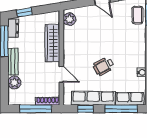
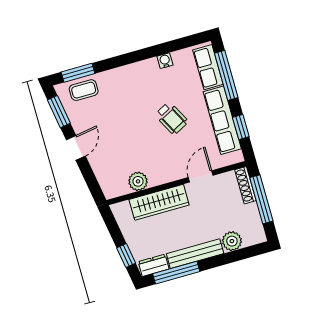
plant: (69, 19) -> (138, 181), moved
bench: (13, 62) -> (195, 254), width x1.36

